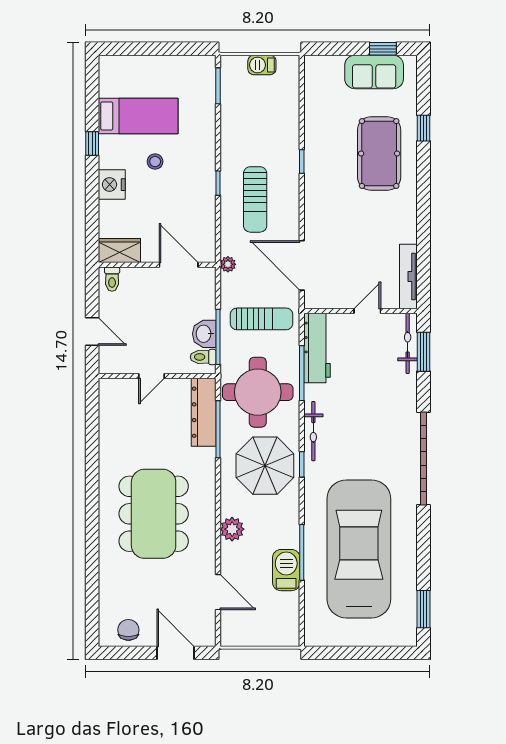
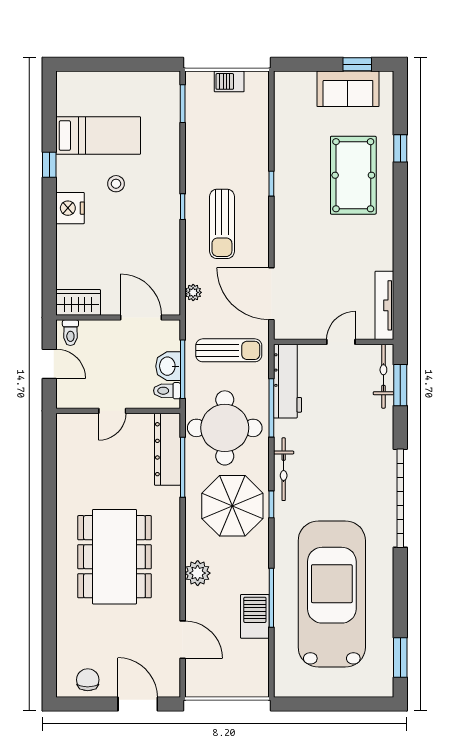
wardrobe: (119, 251) -> (78, 302), moved
wall: (157, 265) -> (118, 318), moved
door: (179, 265) -> (141, 318), moved
toilet: (112, 279) -> (70, 333), moved

